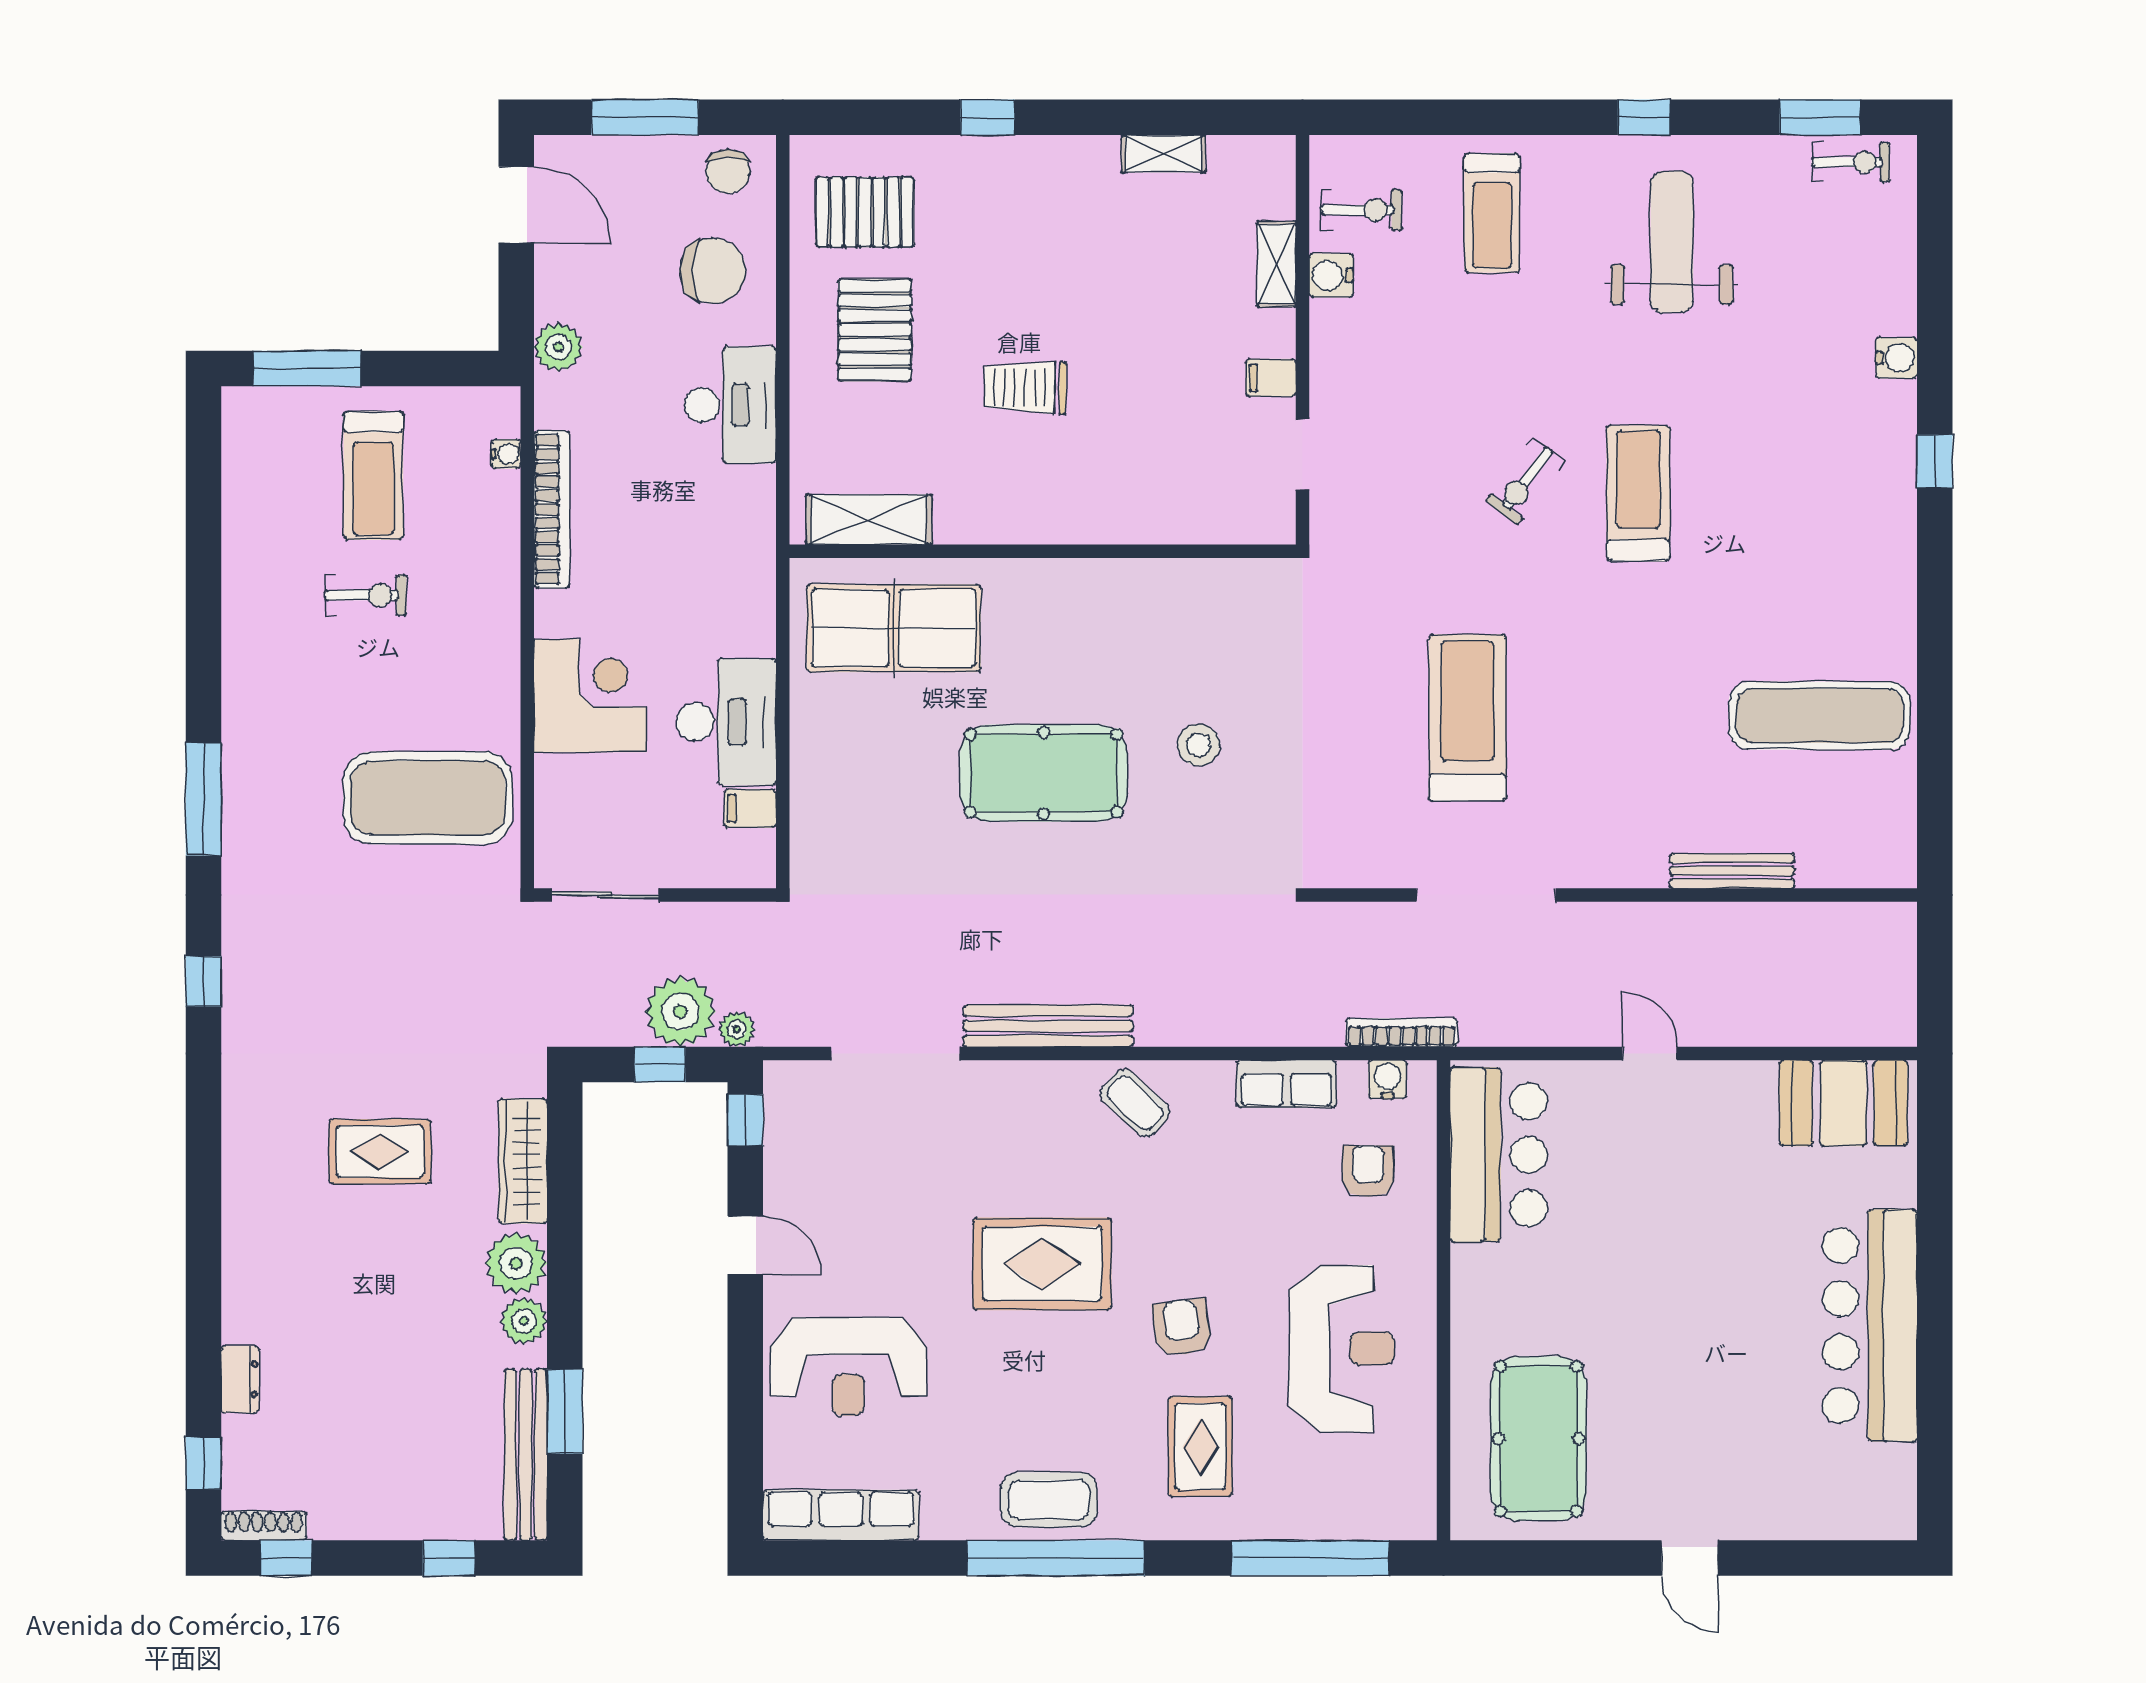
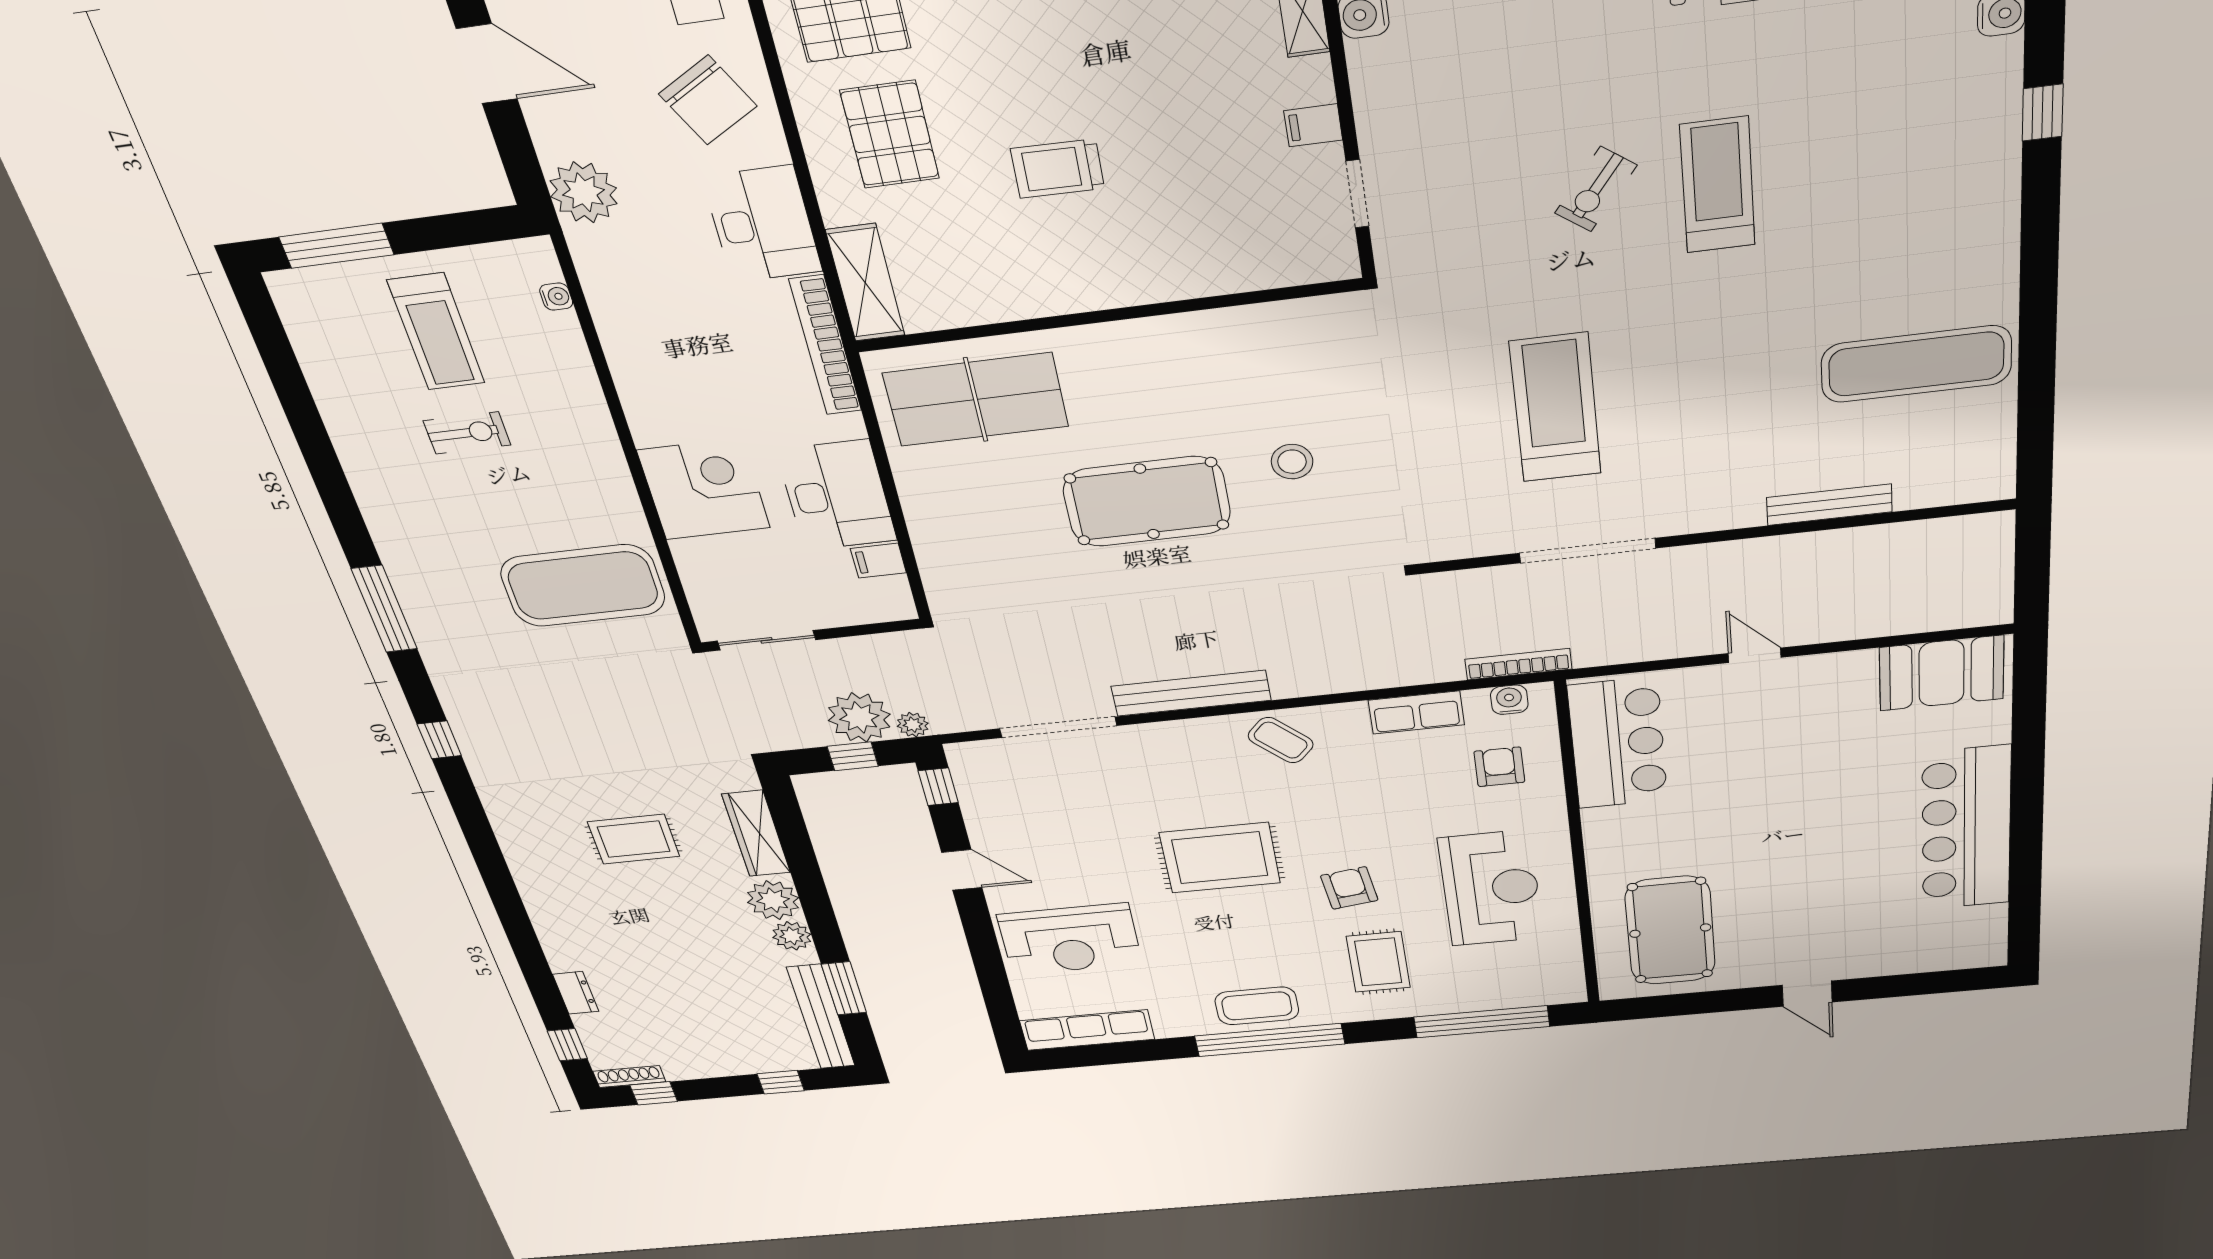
chair: (713, 271) -> (708, 100), turned 61
plant: (558, 347) -> (584, 192), width x1.36, depth x1.36
bookcase: (552, 509) -> (826, 346), moved, turned 180
shelving: (869, 520) -> (865, 283), moved, turned 90

